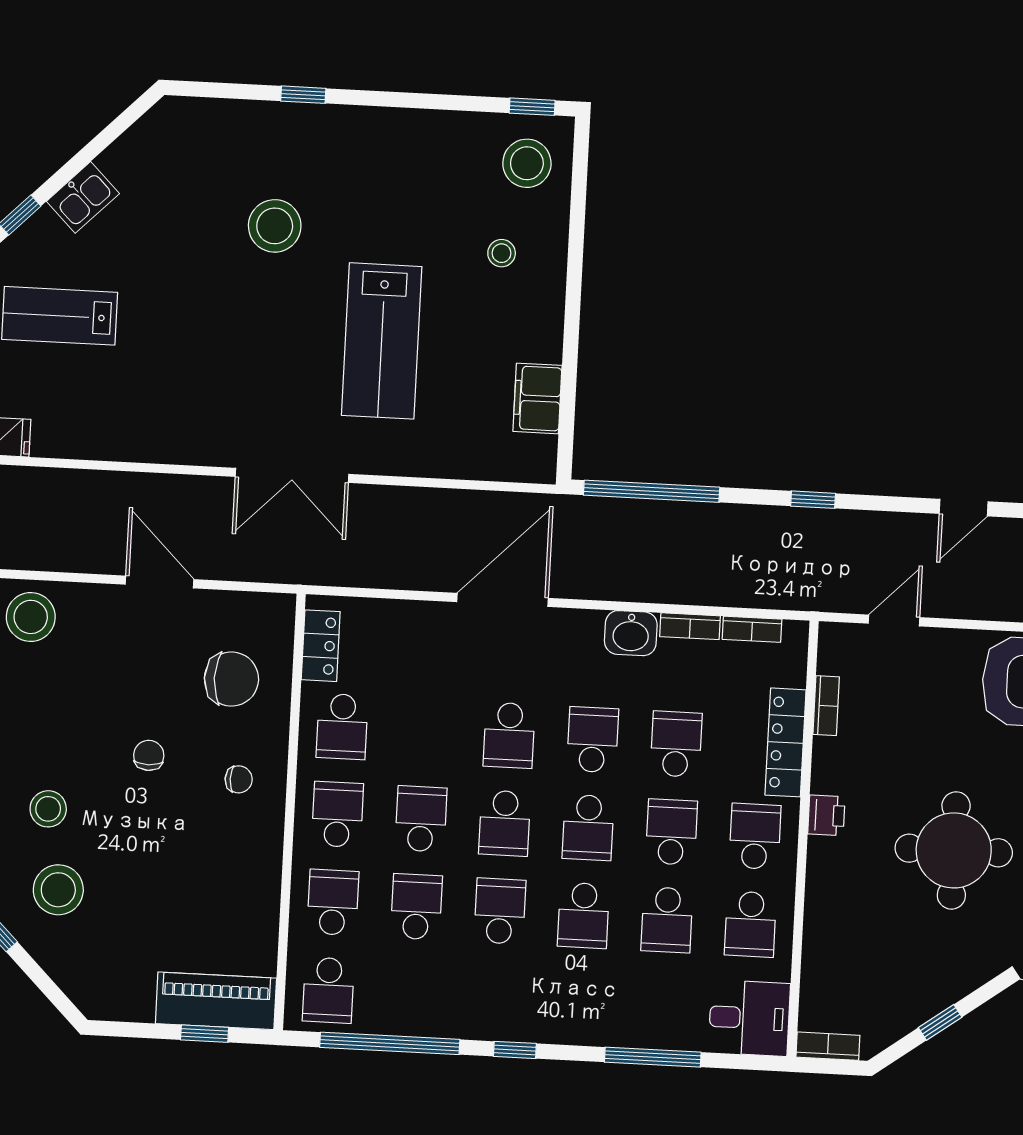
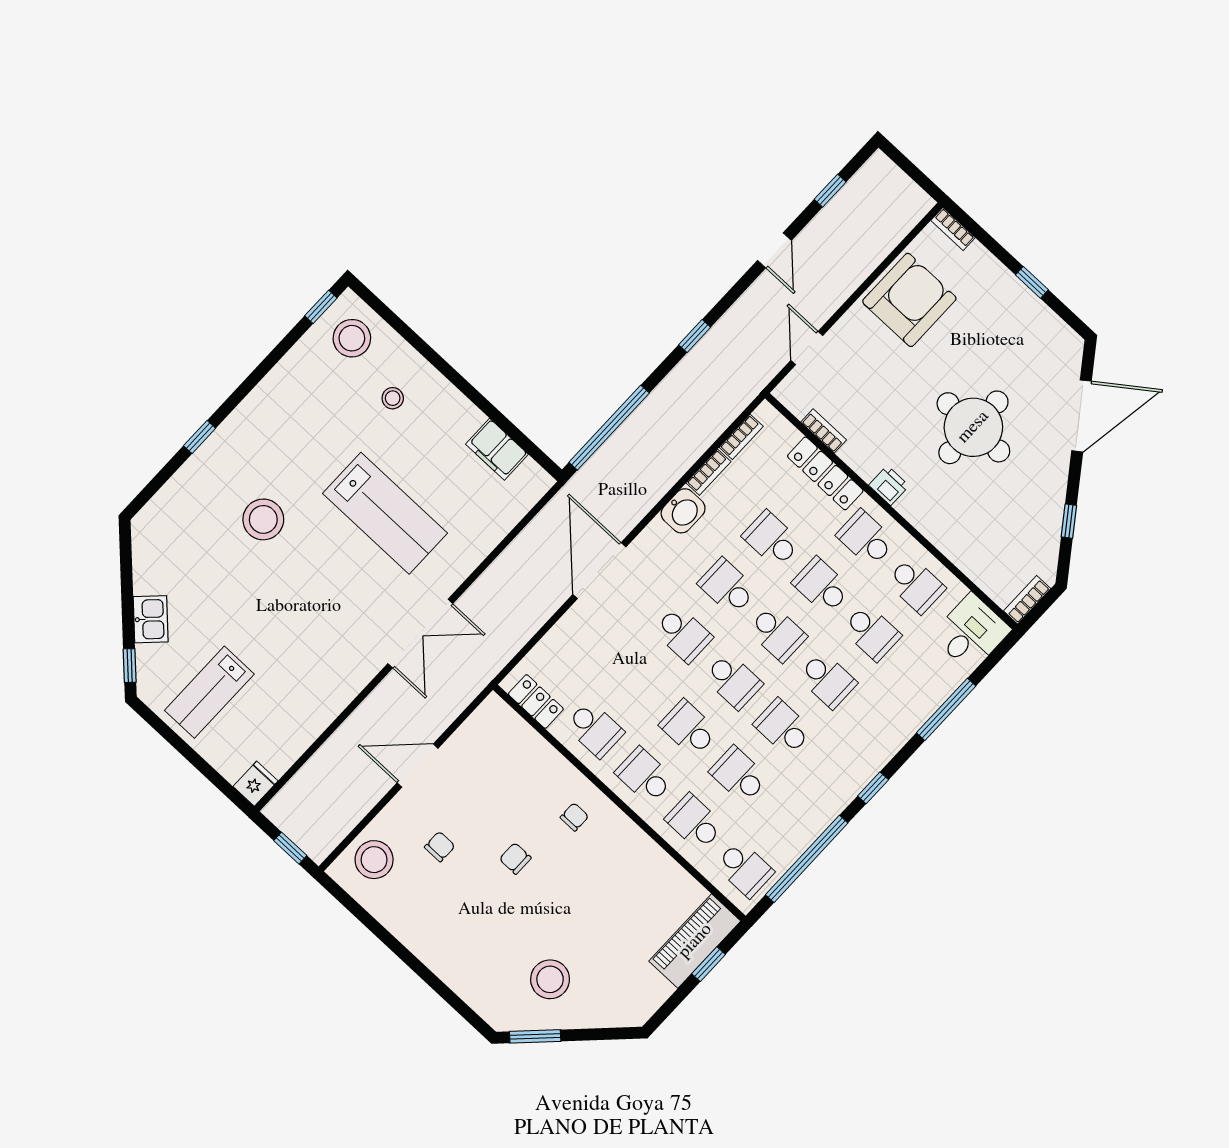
chair: (231, 679) -> (440, 847), moved, width x0.54, depth x0.54
stool: (48, 809) -> (497, 945), removed

